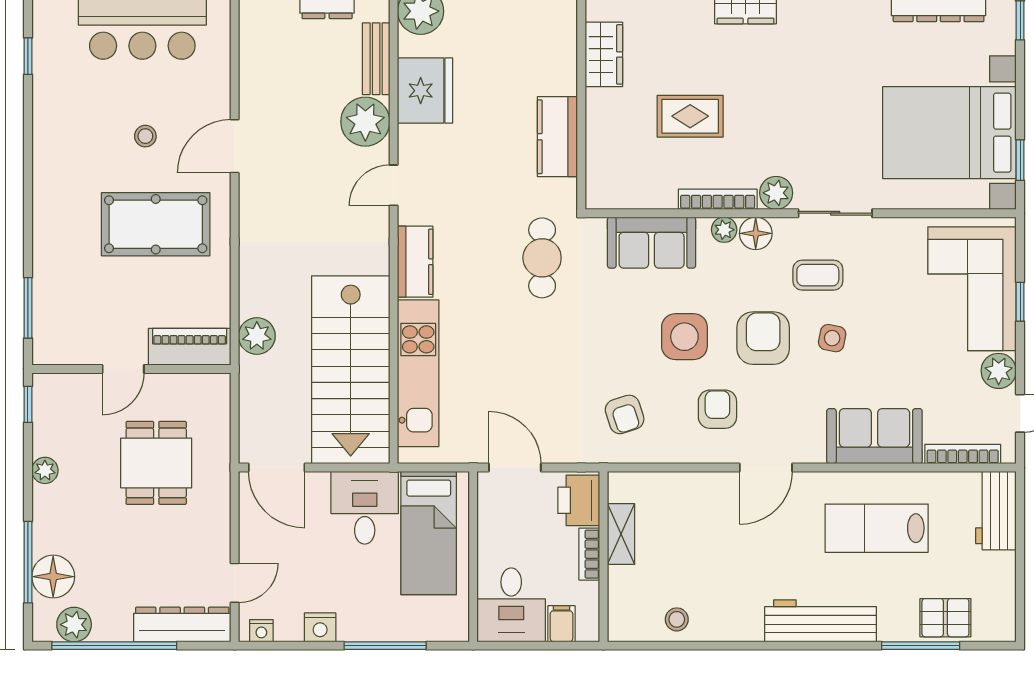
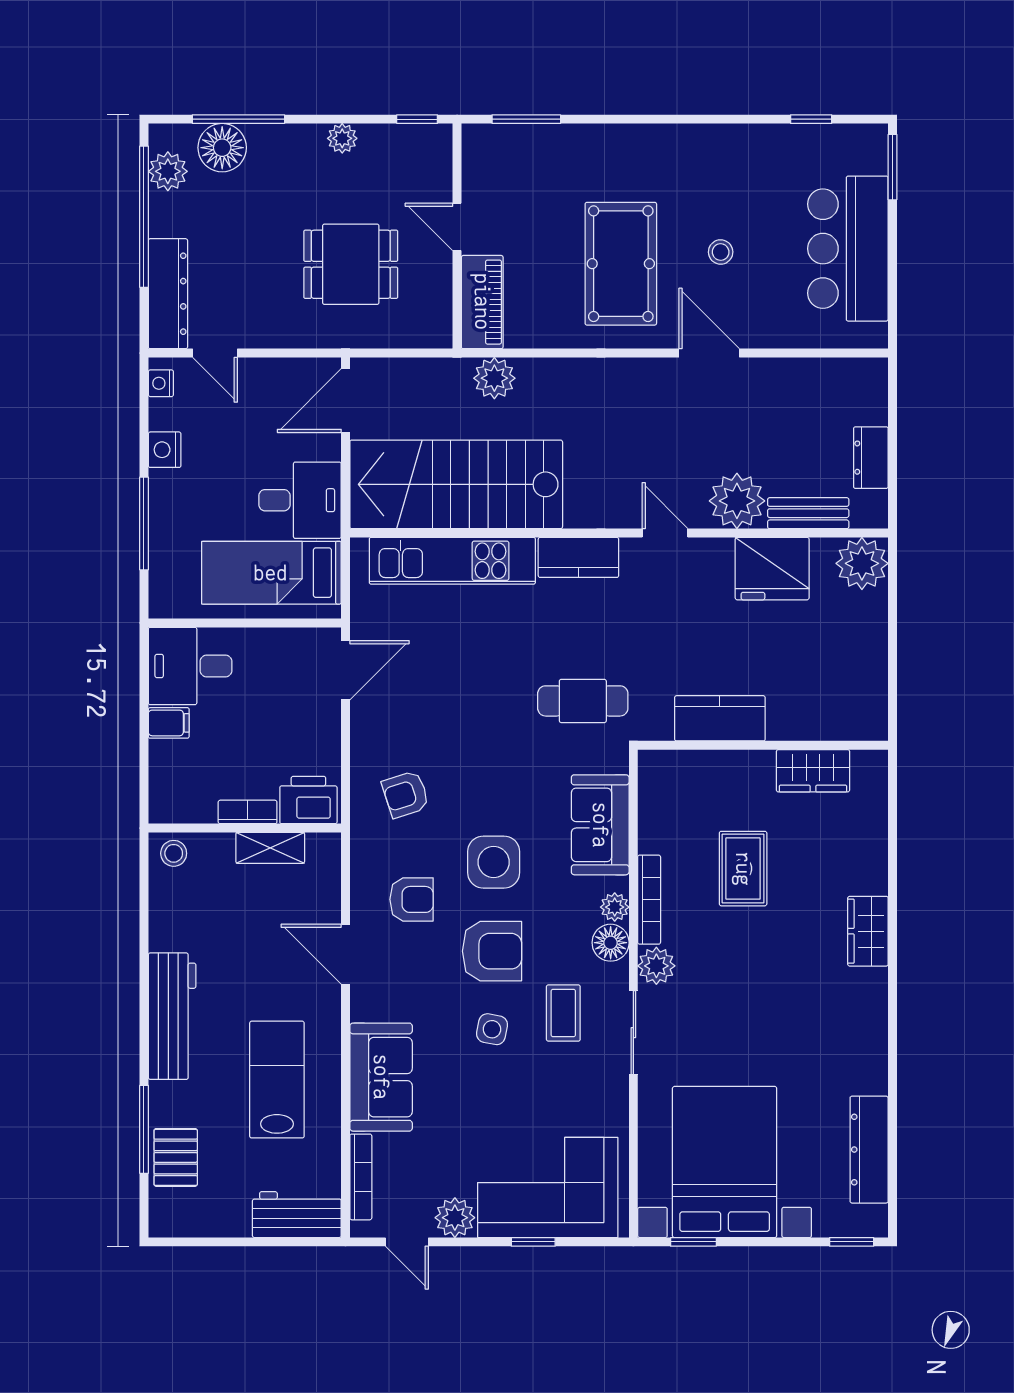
printer: (579, 500) -> (308, 800), moved
shelving: (621, 534) -> (270, 848), moved
bookcase: (589, 554) -> (248, 812), moved
wall: (604, 557) -> (245, 828), moved

